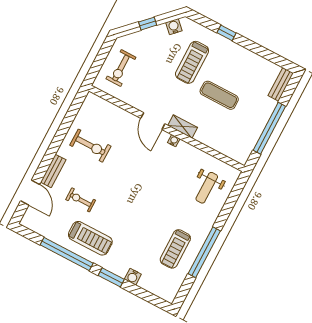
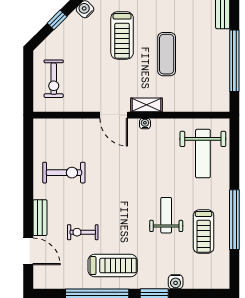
exercise mat: (219, 95) -> (167, 54), turned 90
weight bench: (207, 188) -> (203, 154), width x1.36, depth x1.33
weight bench: (153, 221) -> (166, 215), added

